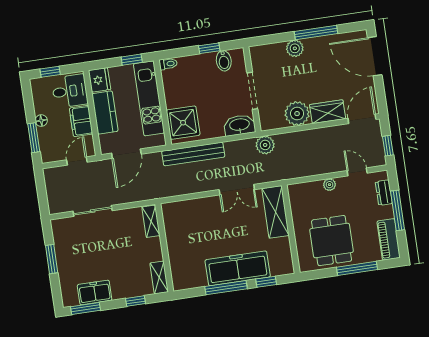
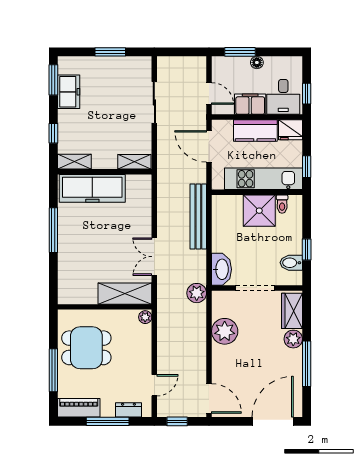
toilet: (168, 64) -> (282, 204), moved
window: (50, 72) -> (307, 94), moved
wardrobe: (328, 112) -> (292, 311), moved, turned 180
shower: (183, 123) -> (259, 211), moved
plant: (329, 185) -> (145, 317), moved
freezer: (238, 268) -> (92, 188), moved, turned 90
window: (266, 282) -> (53, 273), removed

